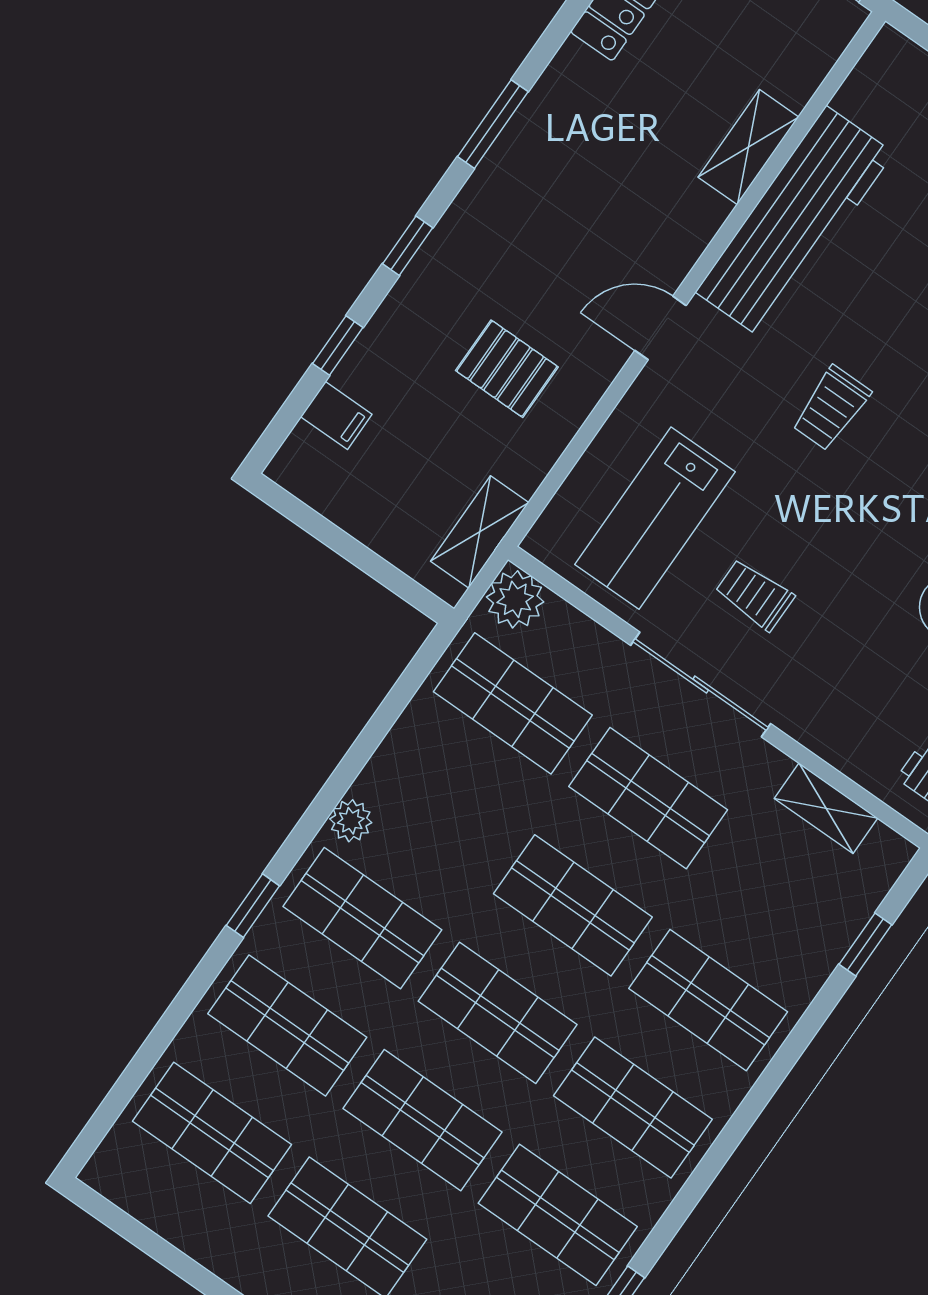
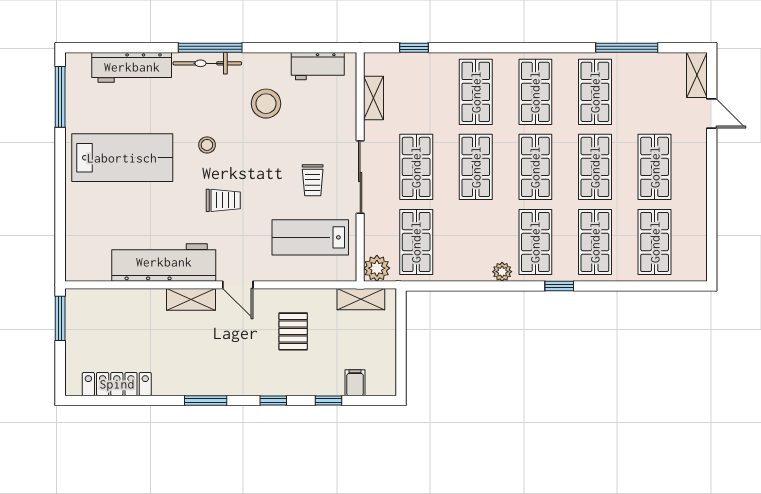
shelving: (748, 147) -> (191, 299), moved
lab bench: (655, 518) -> (310, 237), turned 180

